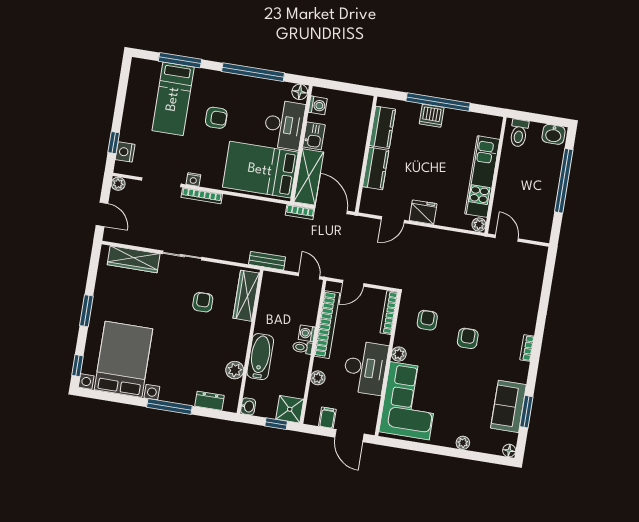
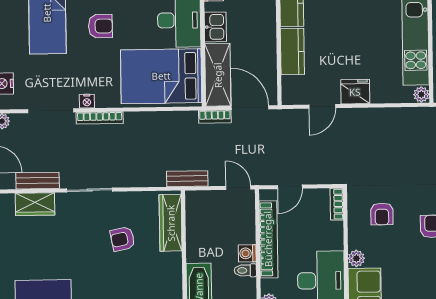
bench: (139, 240) -> (38, 181), added
wardrobe: (134, 259) -> (35, 204), width x0.67
armchair: (203, 302) -> (122, 239), turned -101
bookcase: (389, 313) -> (337, 204), width x0.64
armchair: (427, 320) -> (382, 214), turned 180

